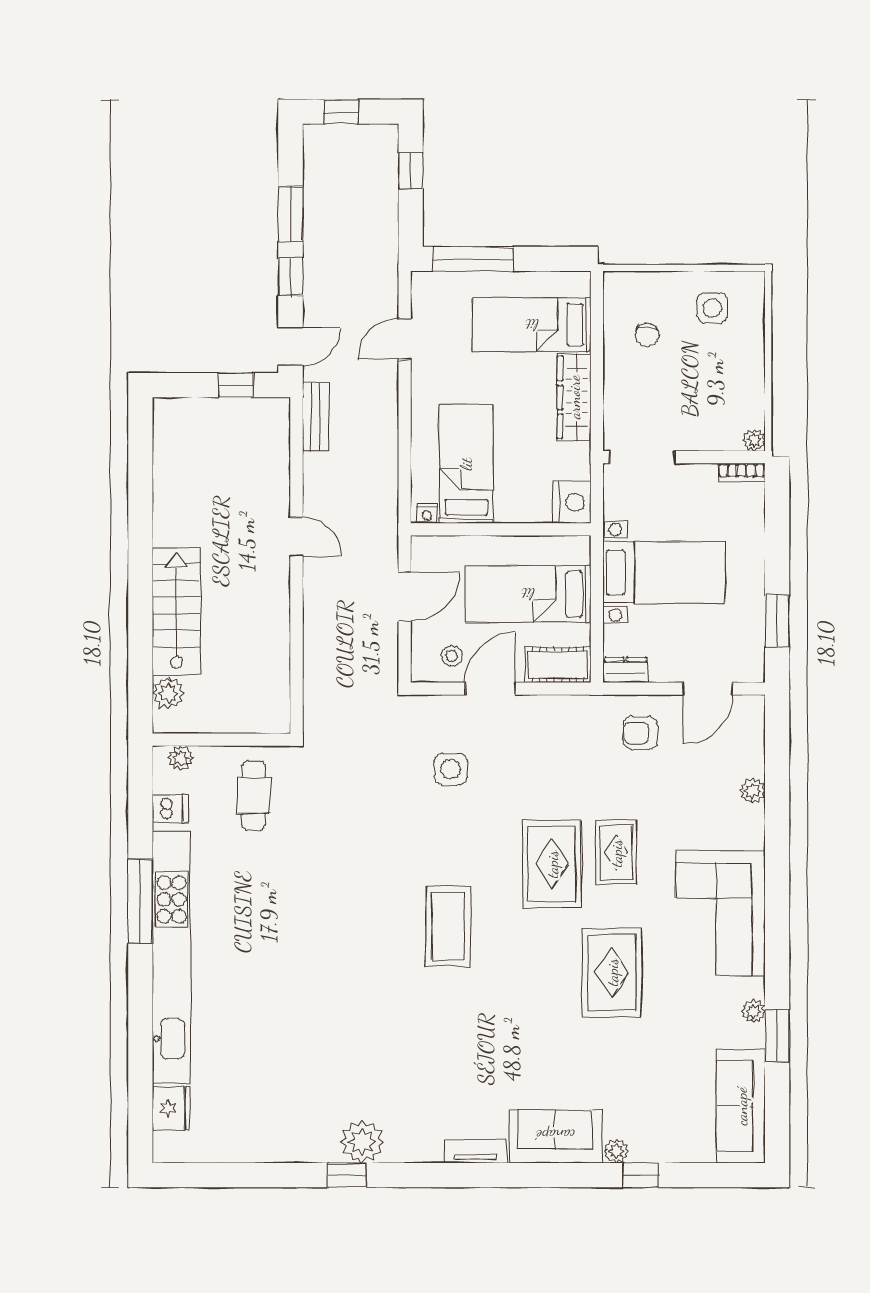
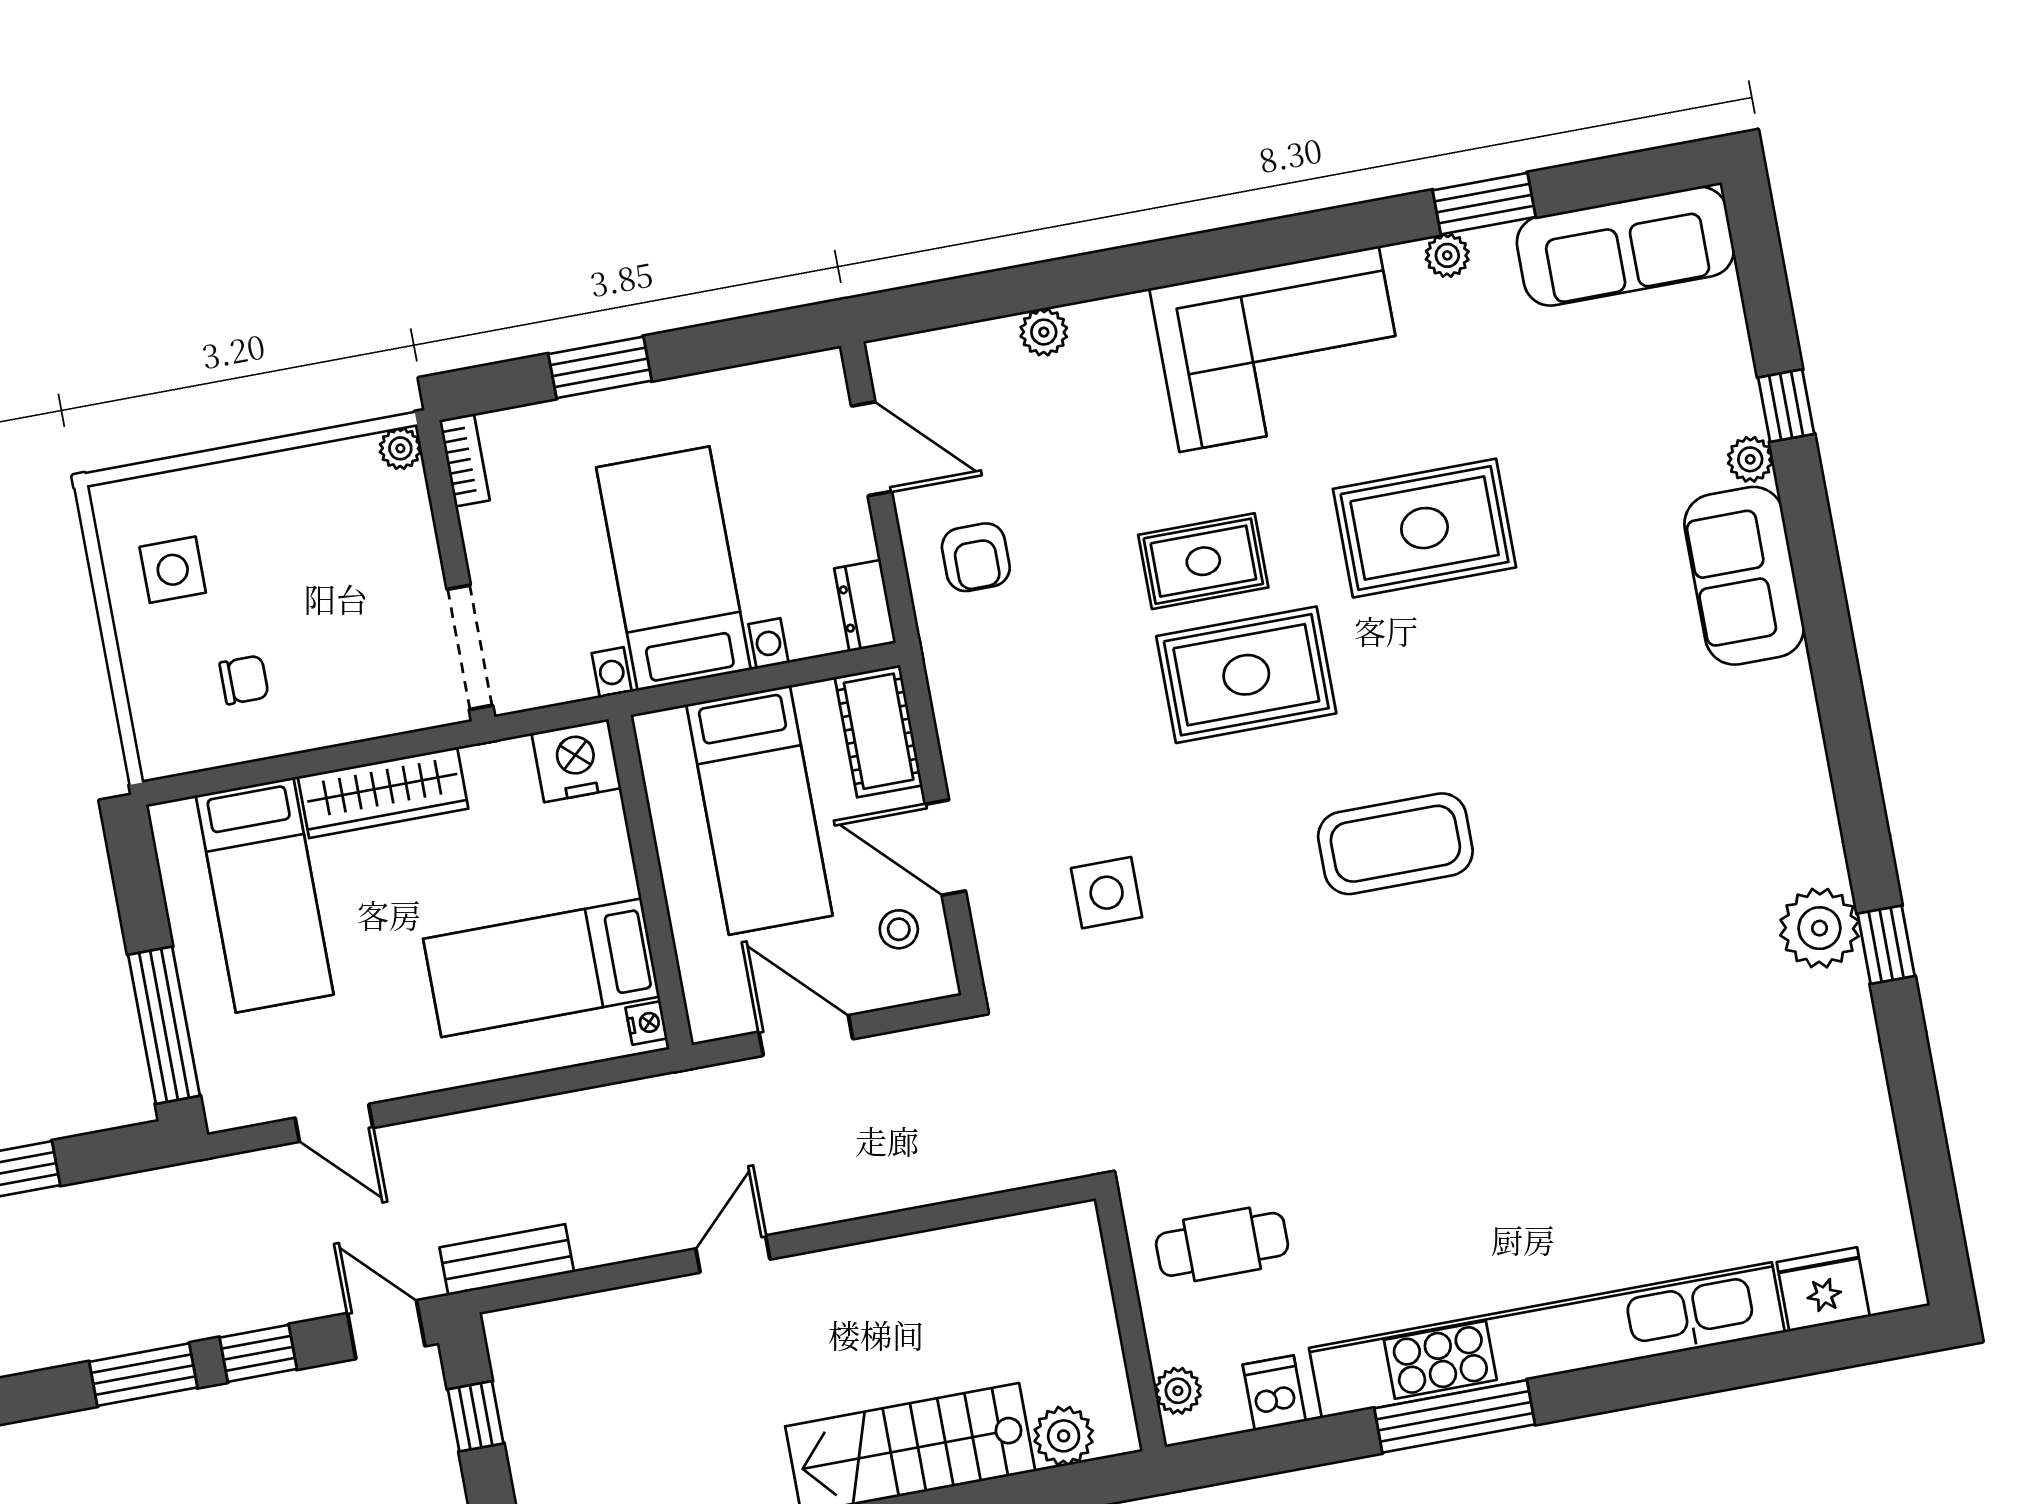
window: (777, 621) -> (600, 367), moved
tv unit: (476, 1151) -> (1799, 717), removed

